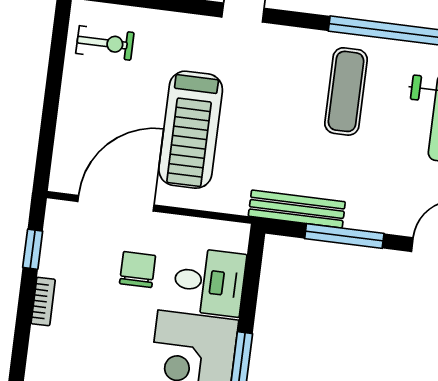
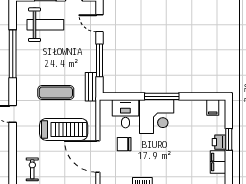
exercise mat: (346, 91) -> (56, 92), moved
bench: (297, 209) -> (91, 87), width x0.73

